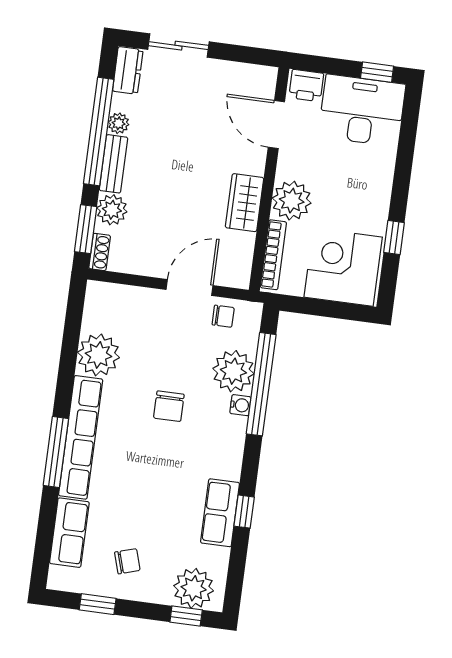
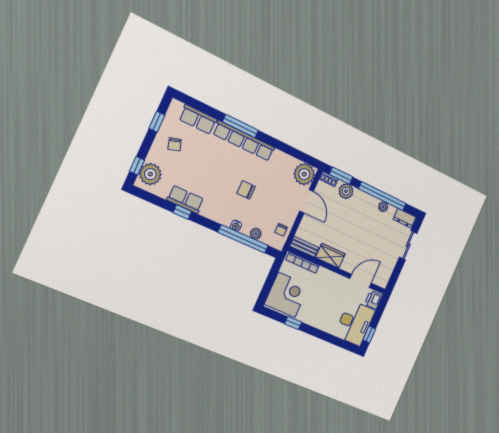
bench: (113, 164) -> (304, 247), moved
plant: (292, 201) -> (325, 278), removed
door: (189, 288) -> (307, 201), moved
plant: (99, 355) -> (304, 174), moved
plant: (233, 371) -> (256, 234), width x0.53, depth x0.53

